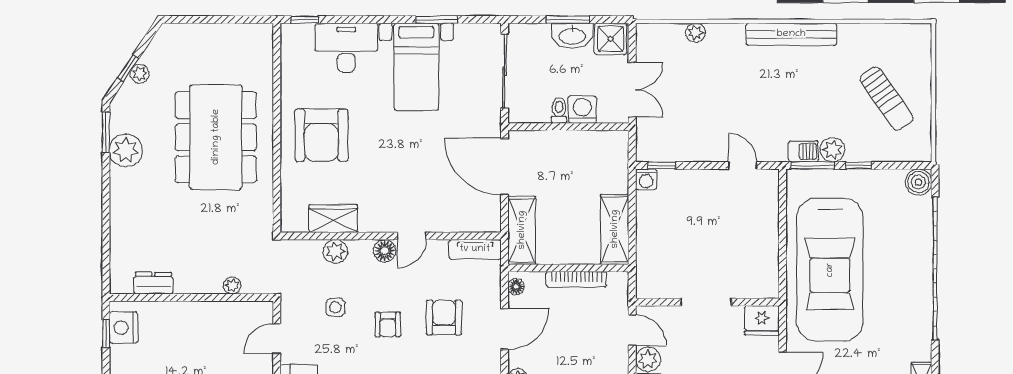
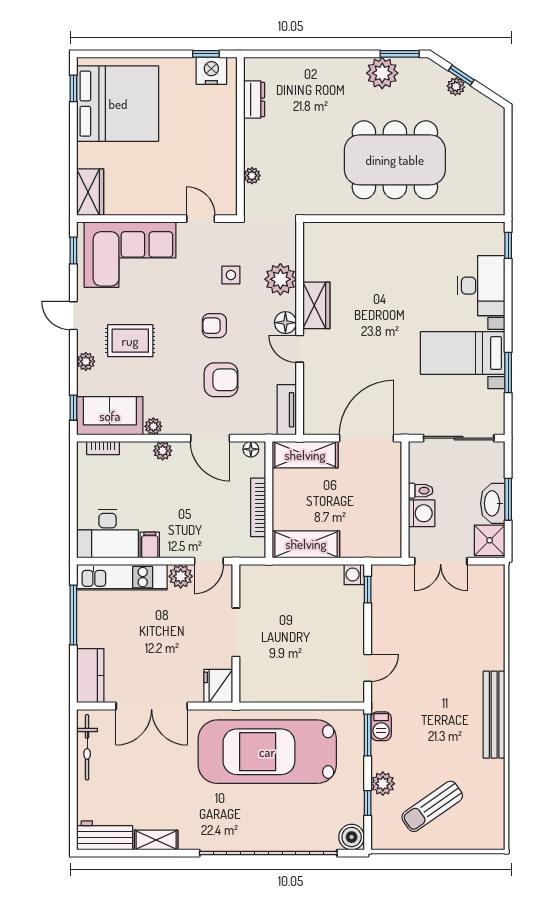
plant: (695, 33) -> (496, 622), removed
armchair: (321, 135) -> (397, 262), removed
plant: (832, 150) -> (383, 784), moved
window: (859, 165) -> (368, 803), moved
wardrobe: (333, 219) -> (316, 305), moved
plant: (335, 251) -> (280, 279), width x1.36, depth x1.36

